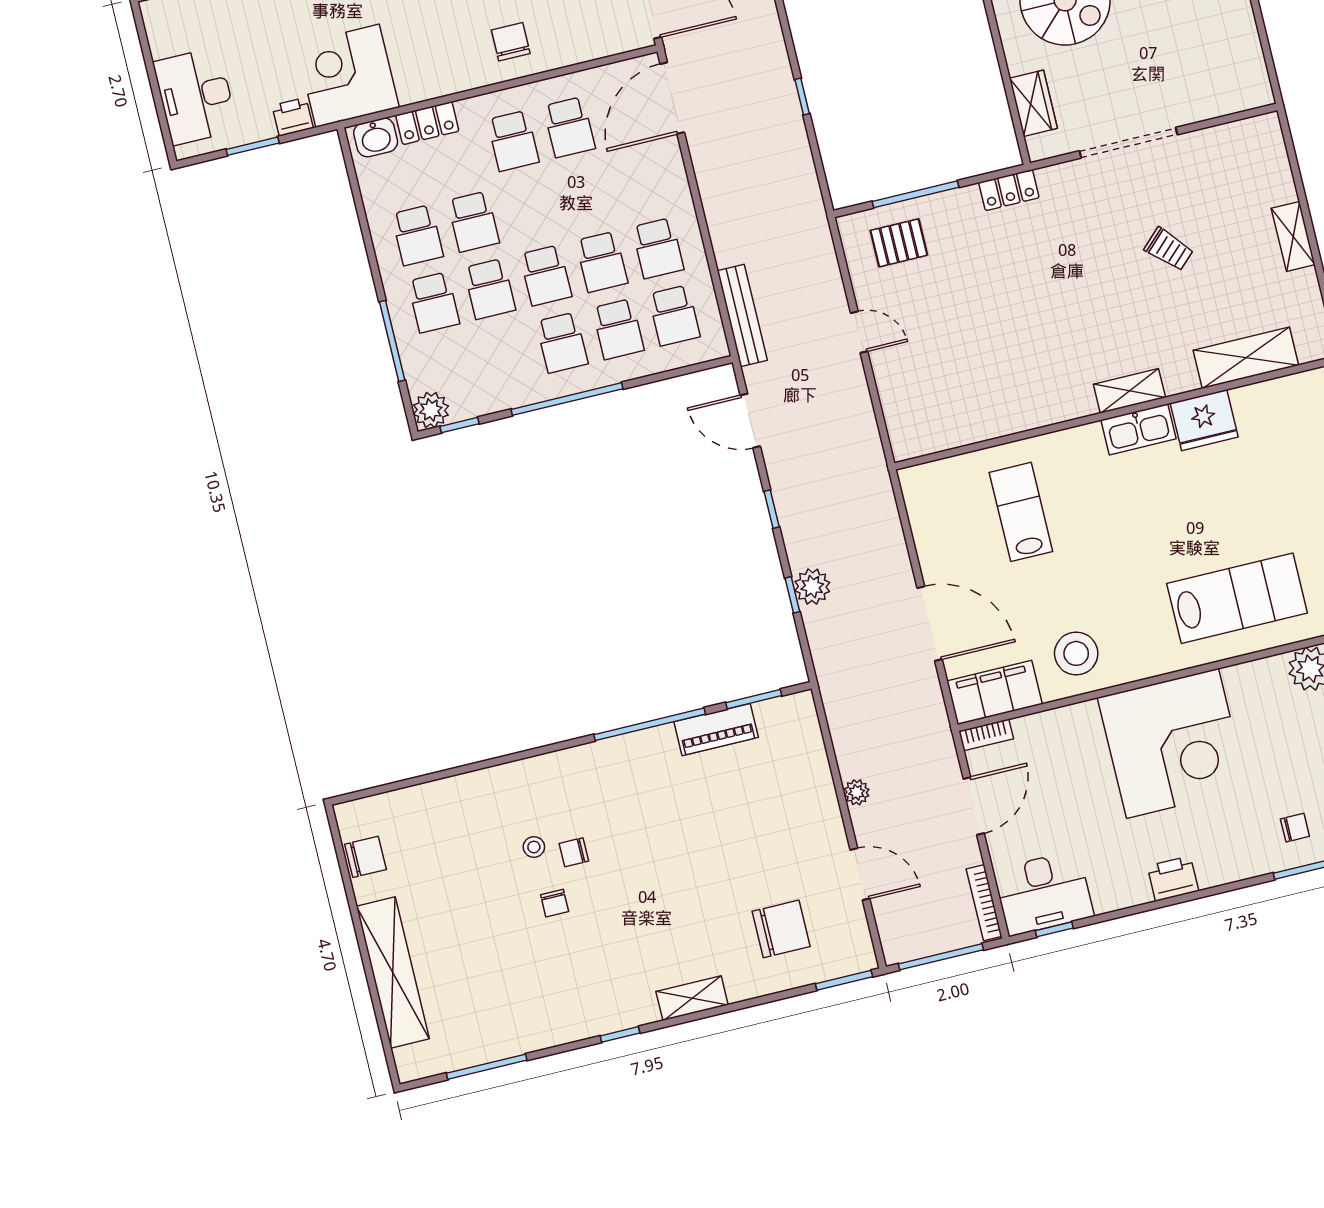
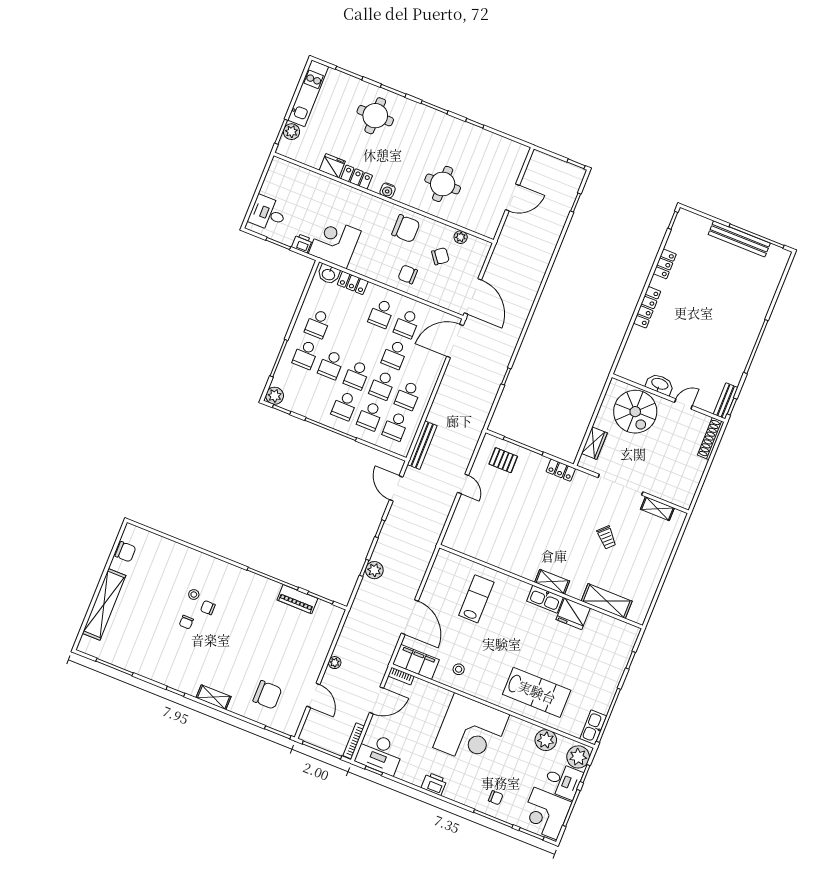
chair: (511, 42) -> (408, 274), turned -90
desk: (195, 96) -> (268, 213), width x0.73
school desk: (473, 222) -> (395, 355), moved
shelving: (1293, 236) -> (657, 509), moved, turned 90
stool: (1076, 653) -> (459, 669), width x0.53, depth x0.53

